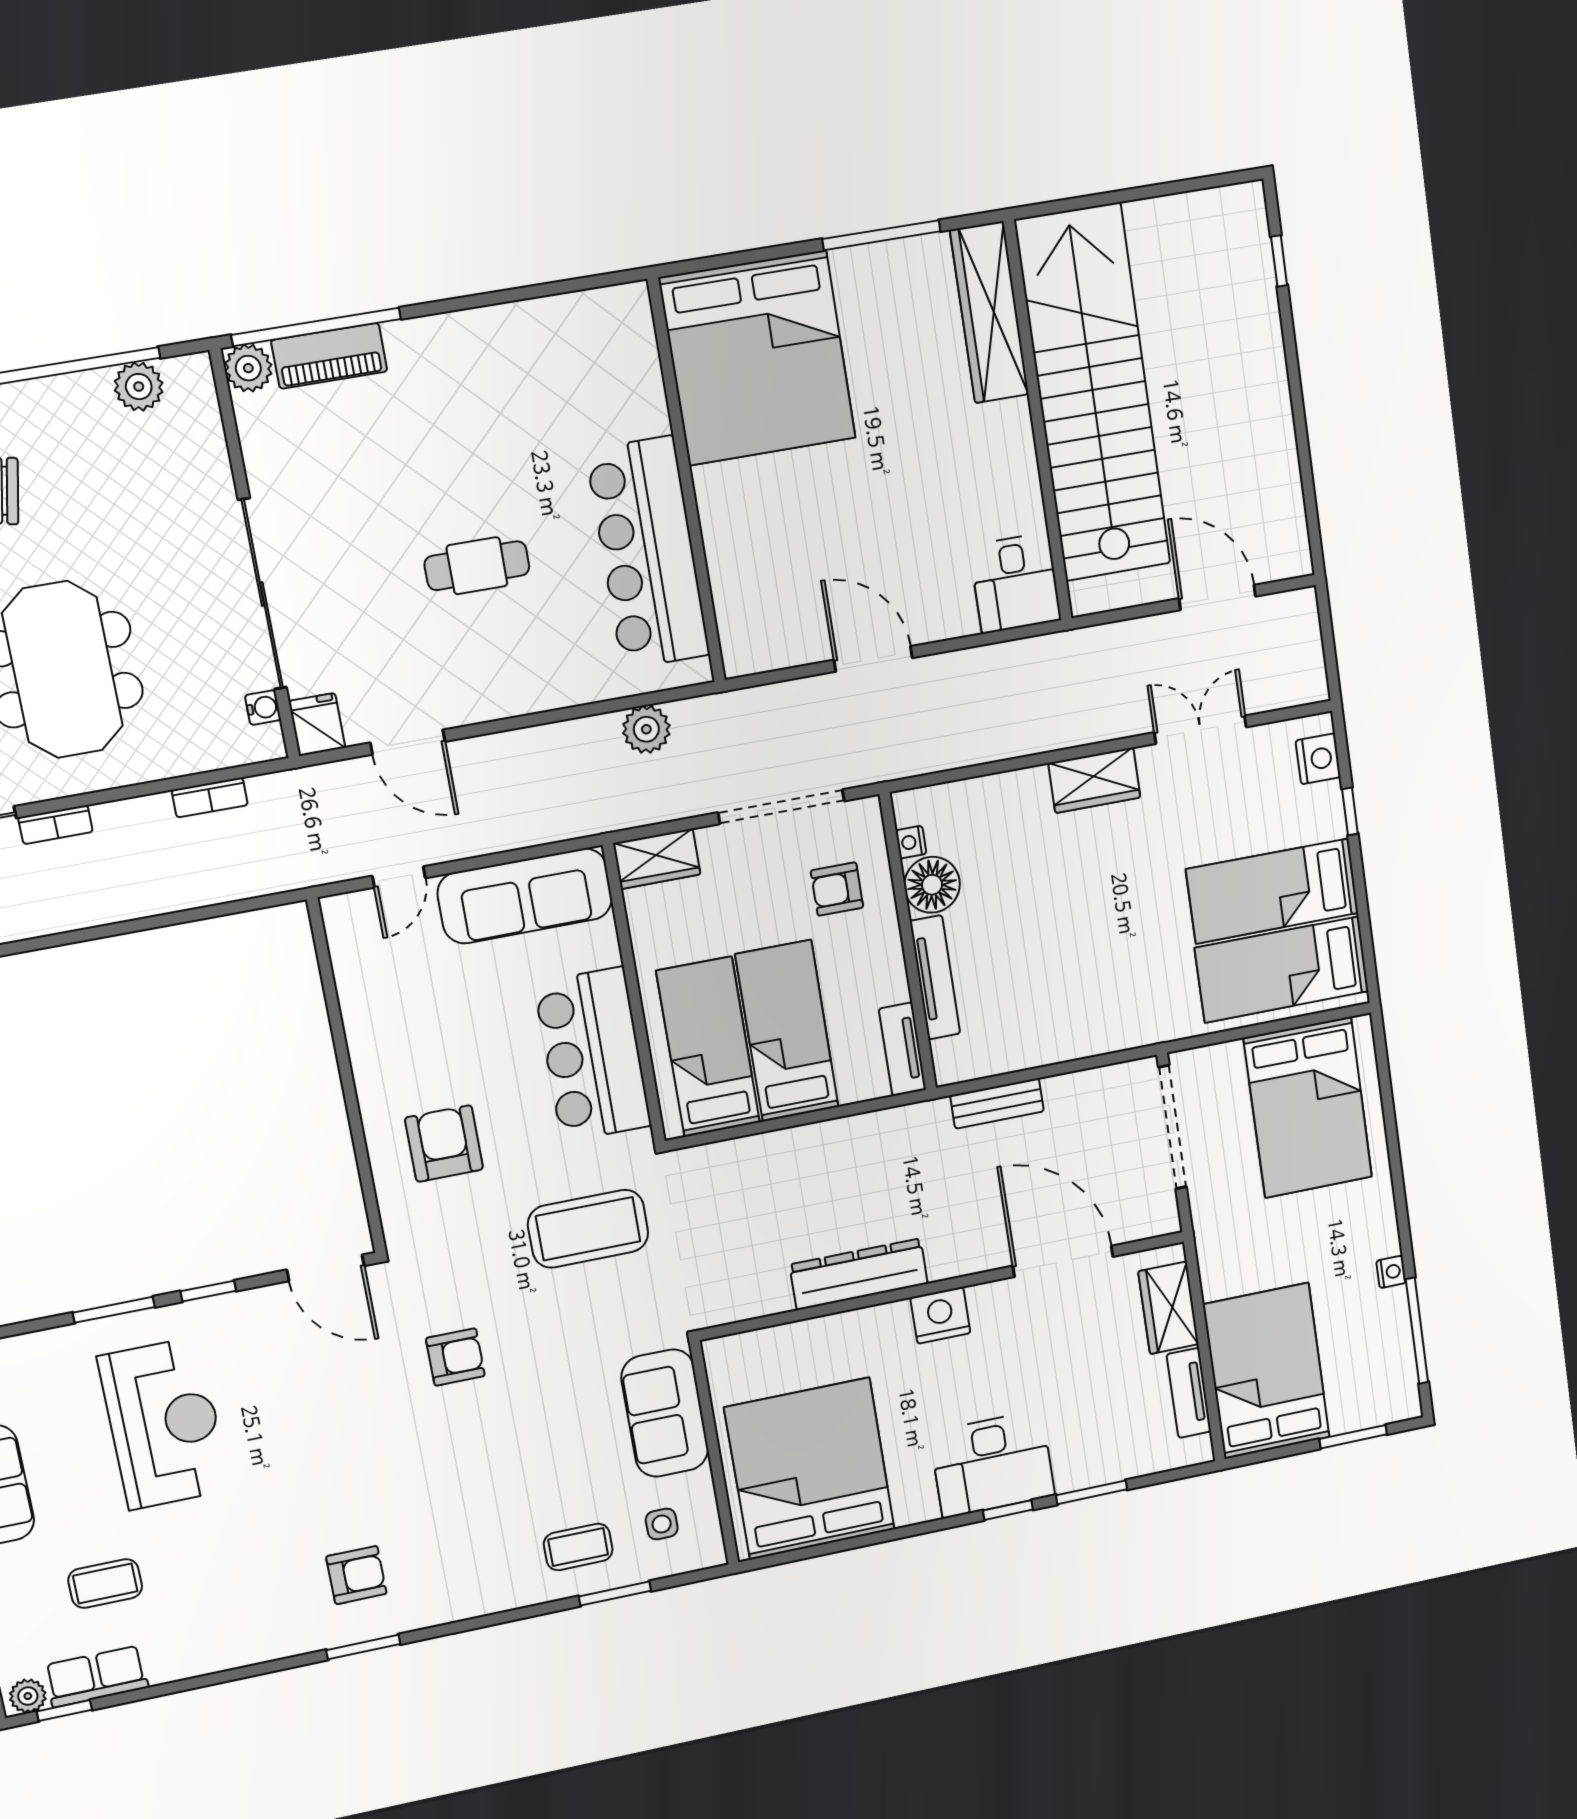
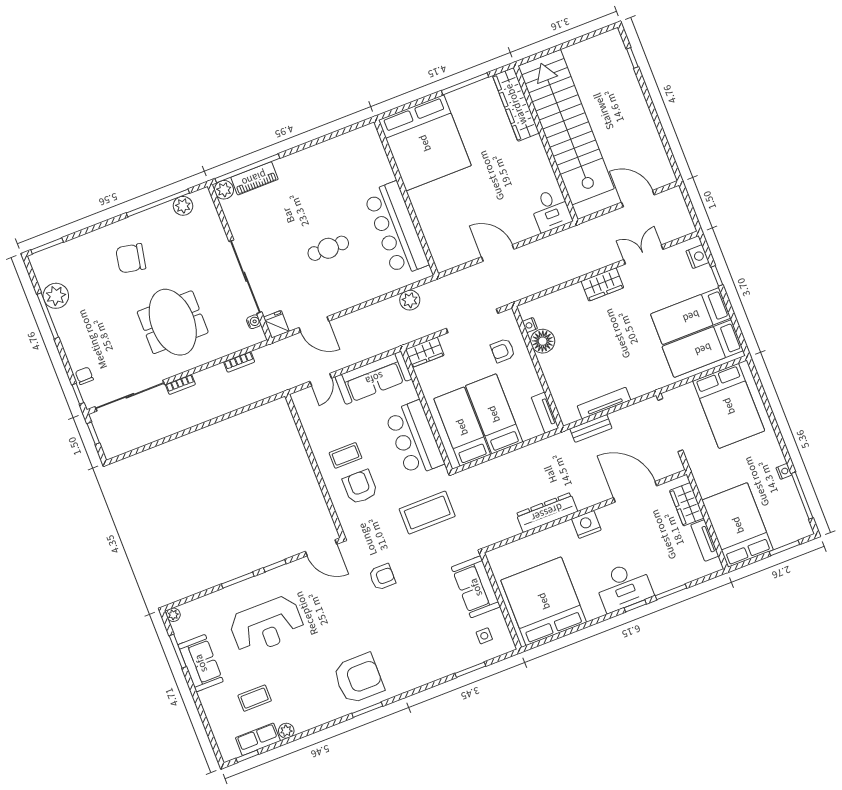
tv unit: (935, 977) -> (604, 403), moved, turned -90
reception desk: (164, 1423) -> (267, 625), turned 90
coffee table: (578, 1547) -> (345, 455), moved
armchair: (356, 1575) -> (358, 678), width x1.88, depth x1.88
plant: (28, 1696) -> (286, 731), moved

